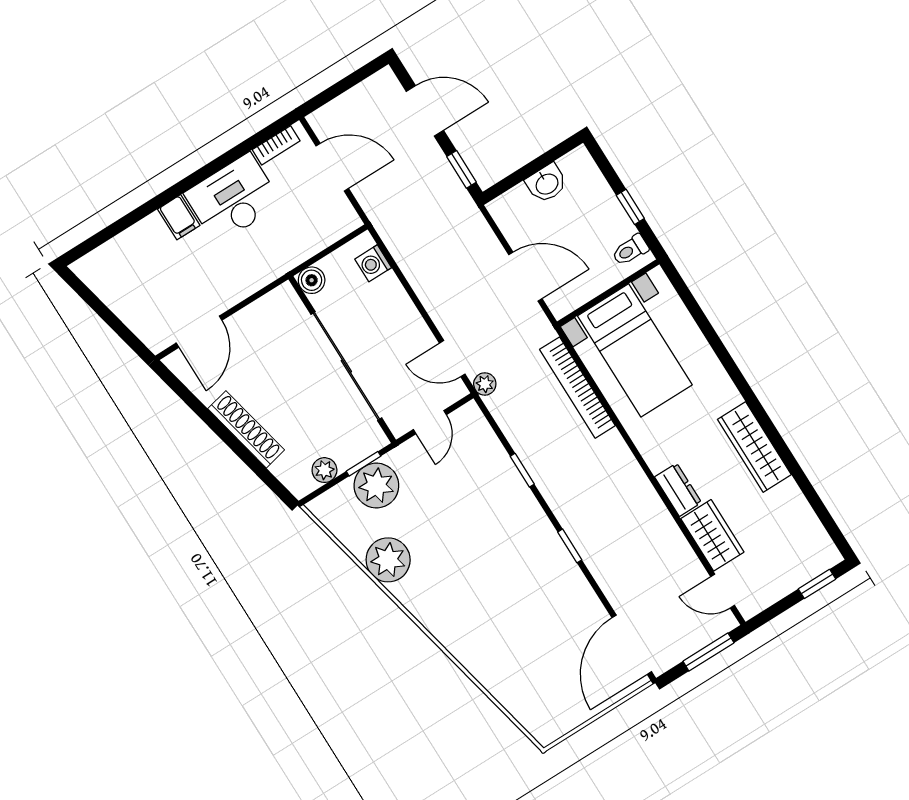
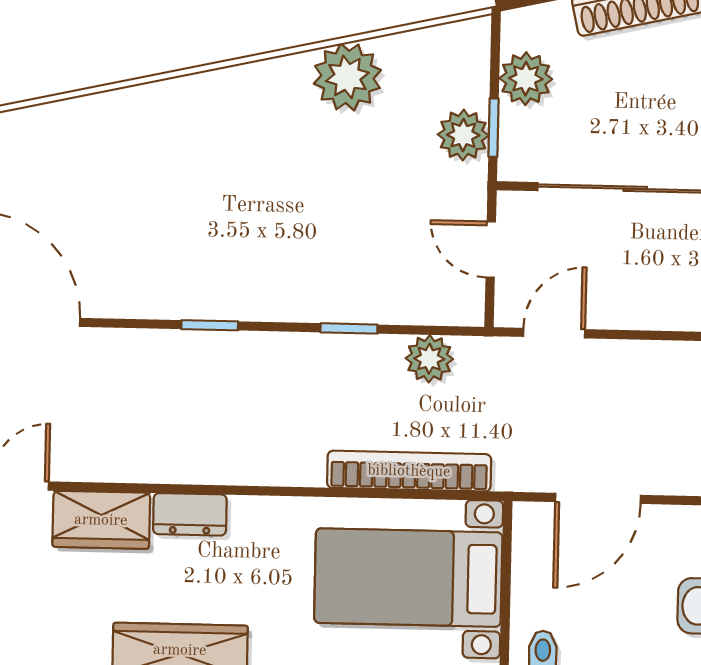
plant: (485, 384) -> (429, 359), moved, width x1.38, depth x1.38
plant: (324, 470) -> (526, 79), width x1.38, depth x1.38
plant: (376, 486) -> (463, 135), width x0.73, depth x0.73

